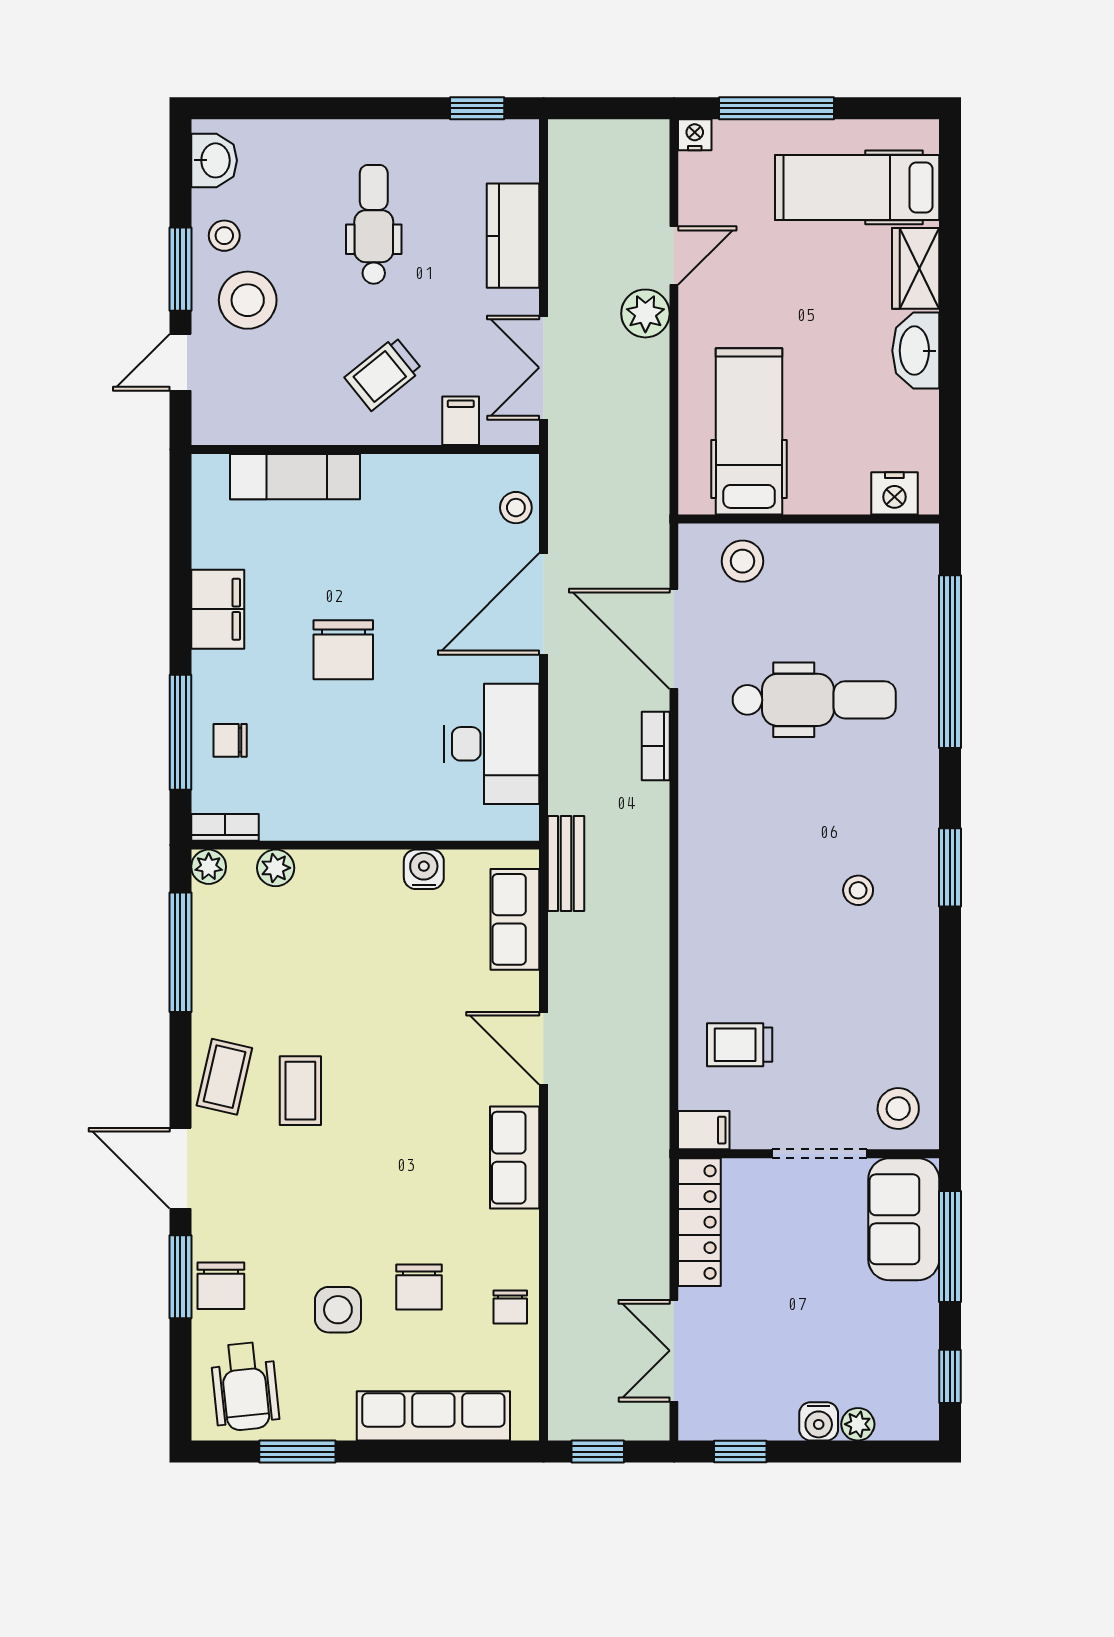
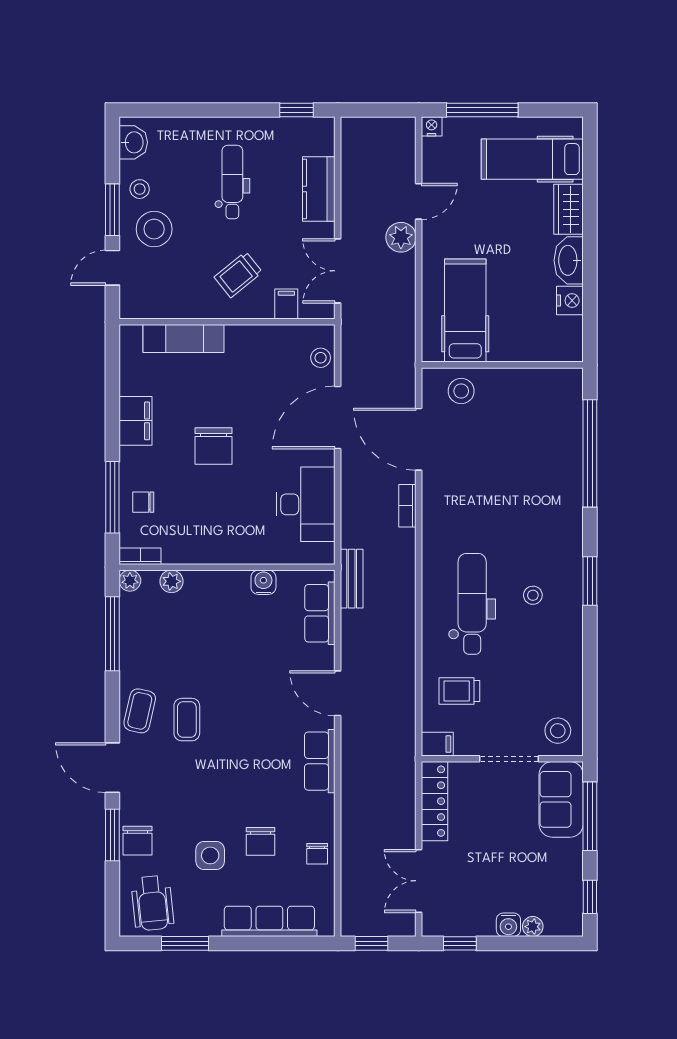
nightstand: (894, 493) -> (570, 301), moved, turned -90
dental chair: (814, 700) -> (472, 604), moved, turned -90

